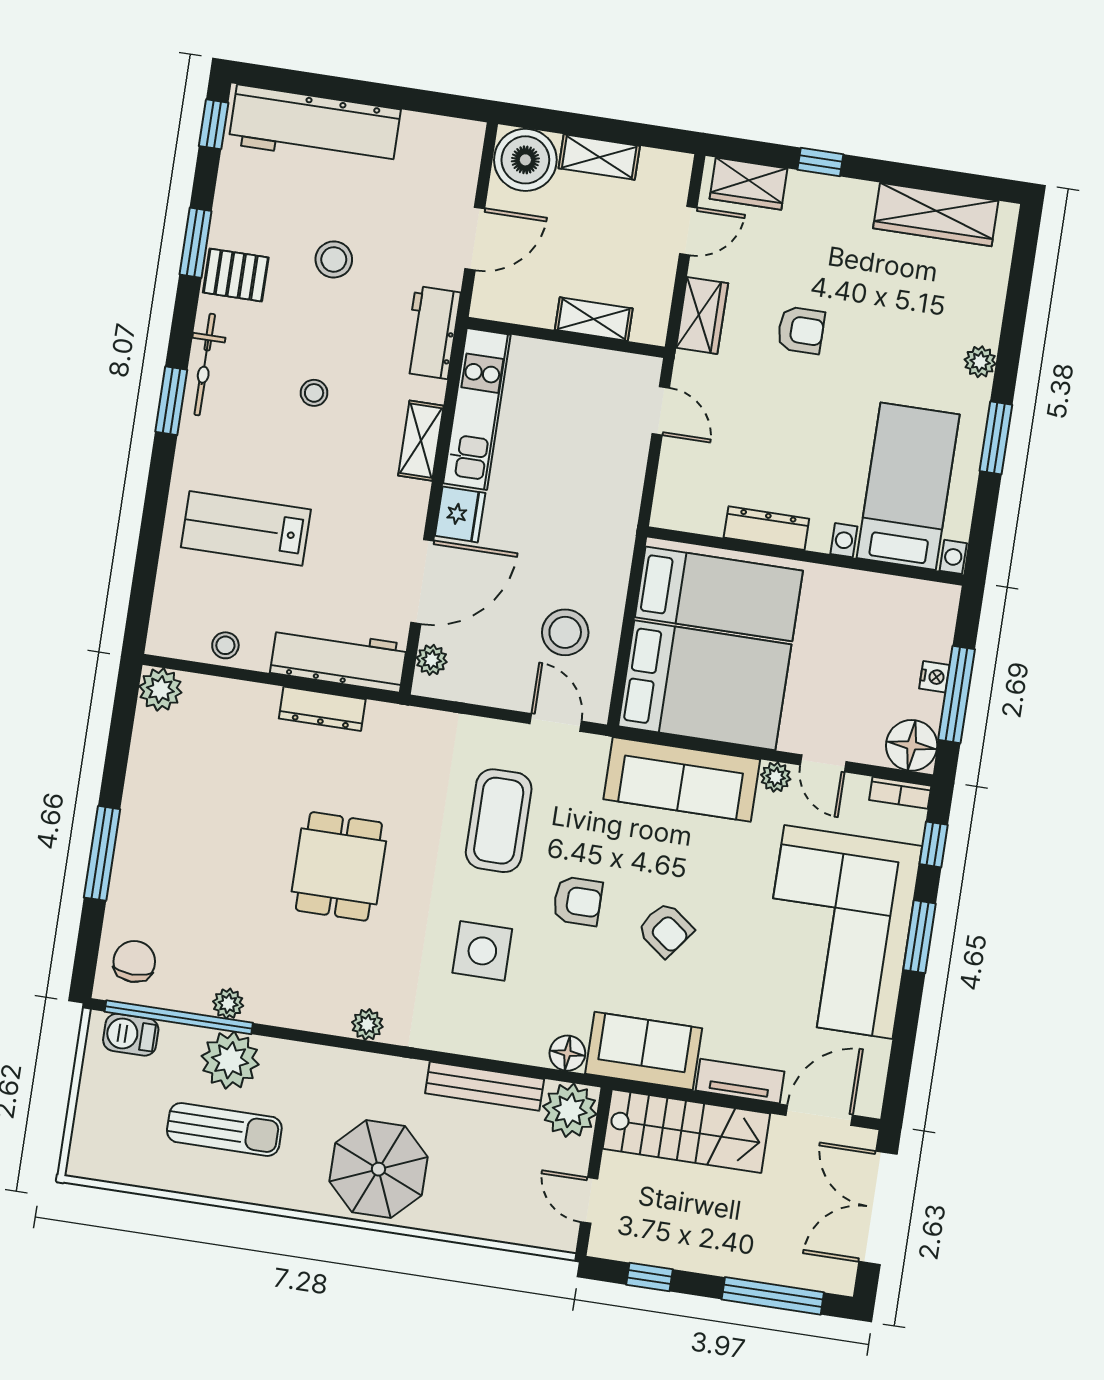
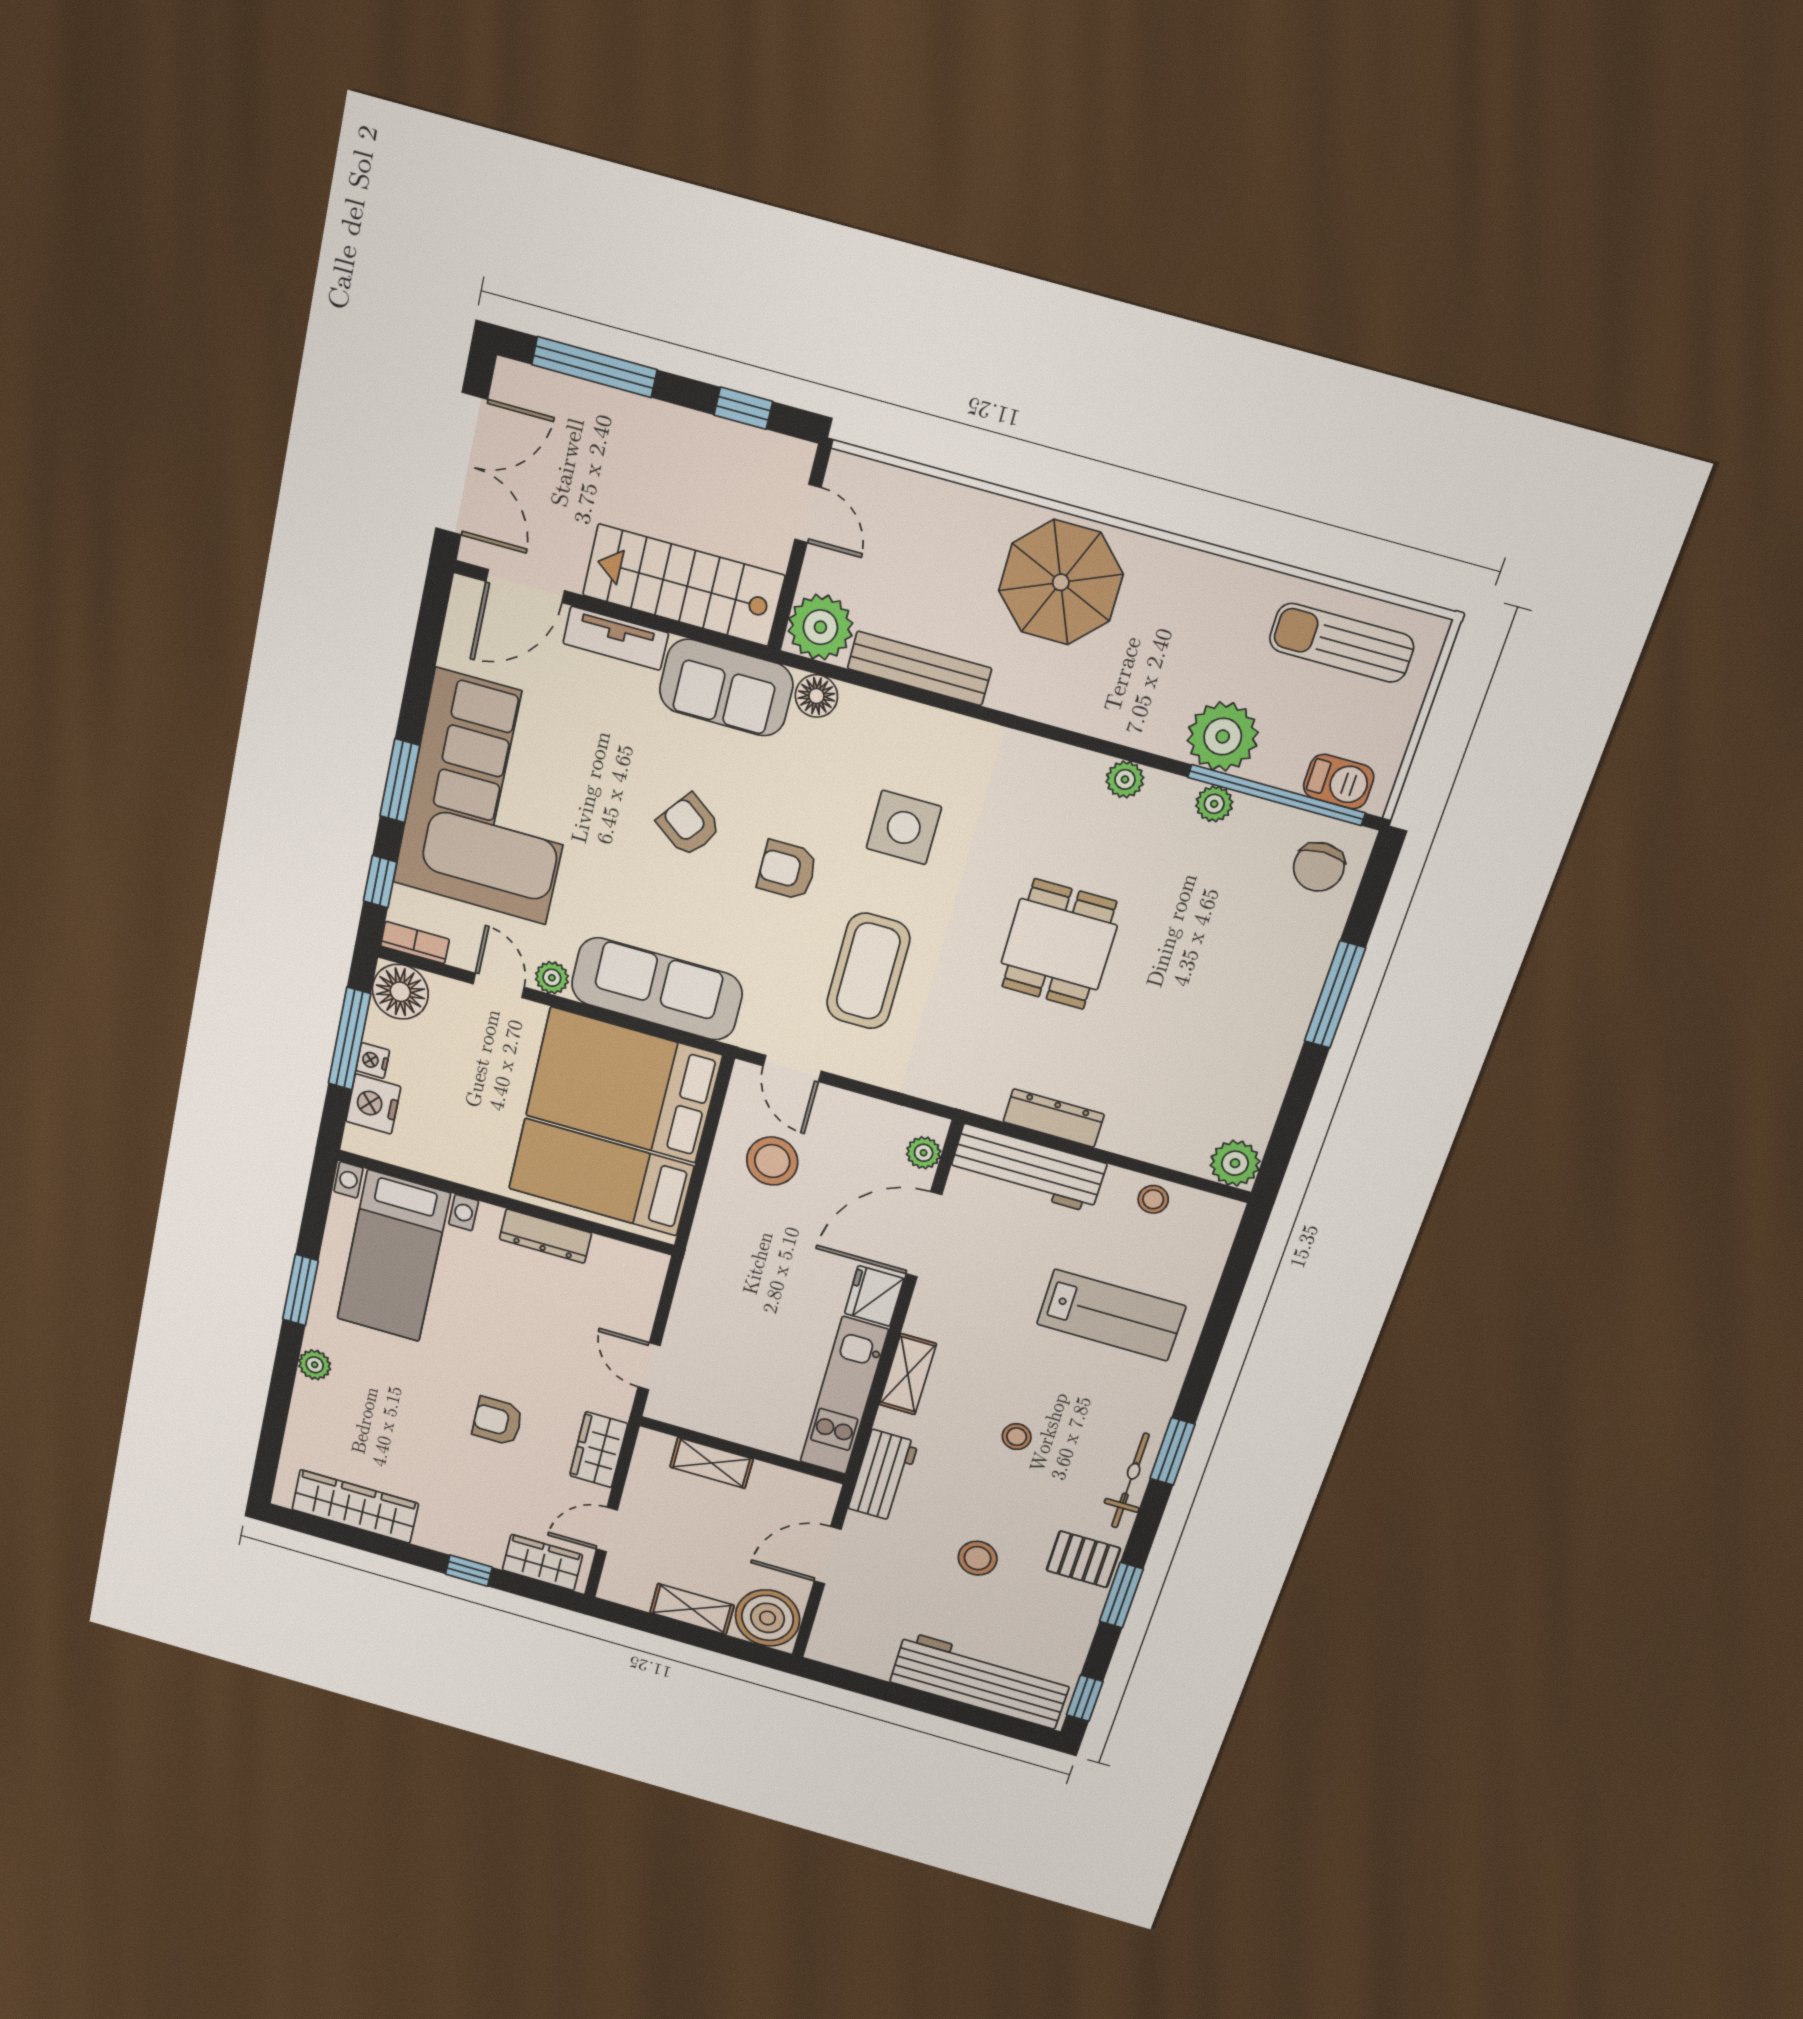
nightstand: (932, 635) -> (373, 1104), added
plant: (367, 1025) -> (1125, 779), moved
sun lounger: (224, 1129) -> (1342, 643), moved

